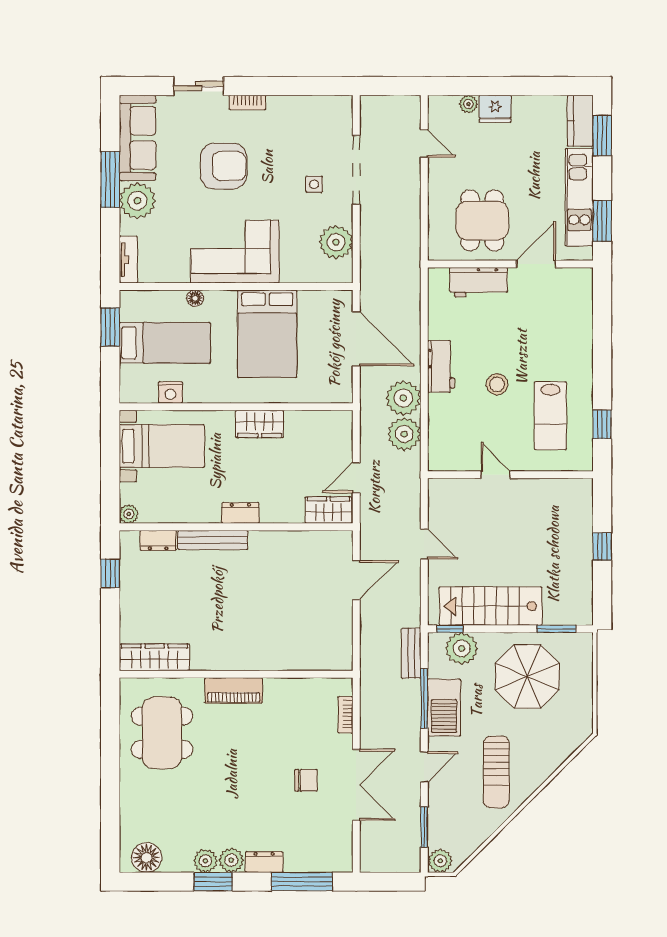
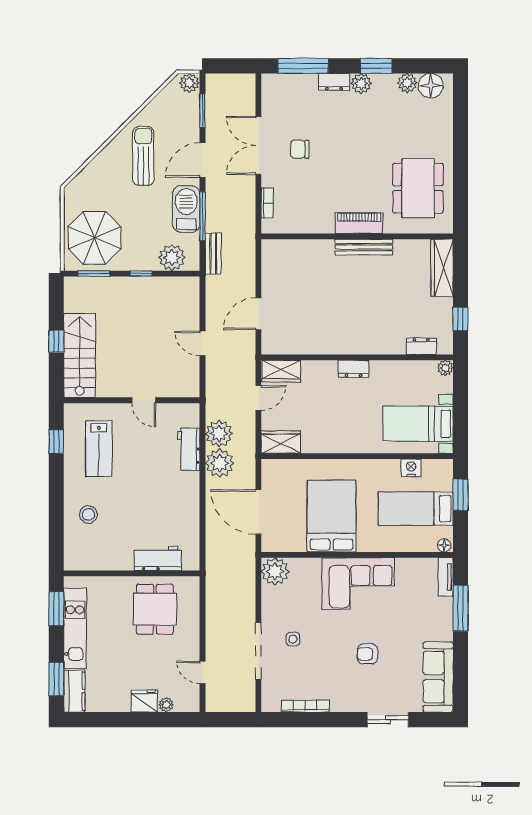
bookcase: (247, 102) -> (305, 706), moved, width x1.56
armchair: (224, 166) -> (367, 654), width x0.53, depth x0.53
window: (110, 180) -> (460, 608), moved
plant: (137, 201) -> (438, 625), removed
plant: (336, 242) -> (275, 571), moved
door: (536, 264) -> (111, 573), removed
floor lamp: (195, 298) -> (444, 545), moved
window: (110, 327) -> (460, 495), moved
workbench: (441, 366) -> (189, 449), moved
stool: (497, 384) -> (88, 515), moved
lab bench: (550, 416) -> (99, 449), turned 180
wardrobe: (260, 424) -> (281, 442), moved
bench: (213, 540) -> (364, 247), moved
stairs: (491, 606) -> (80, 355), moved, turned -90
window: (450, 629) -> (141, 274), moved
wardrobe: (155, 657) -> (442, 268), moved, turned 90
parasol: (527, 676) -> (95, 238), moved
door: (424, 767) -> (203, 160), width x1.38
plant: (205, 861) -> (407, 83), moved

